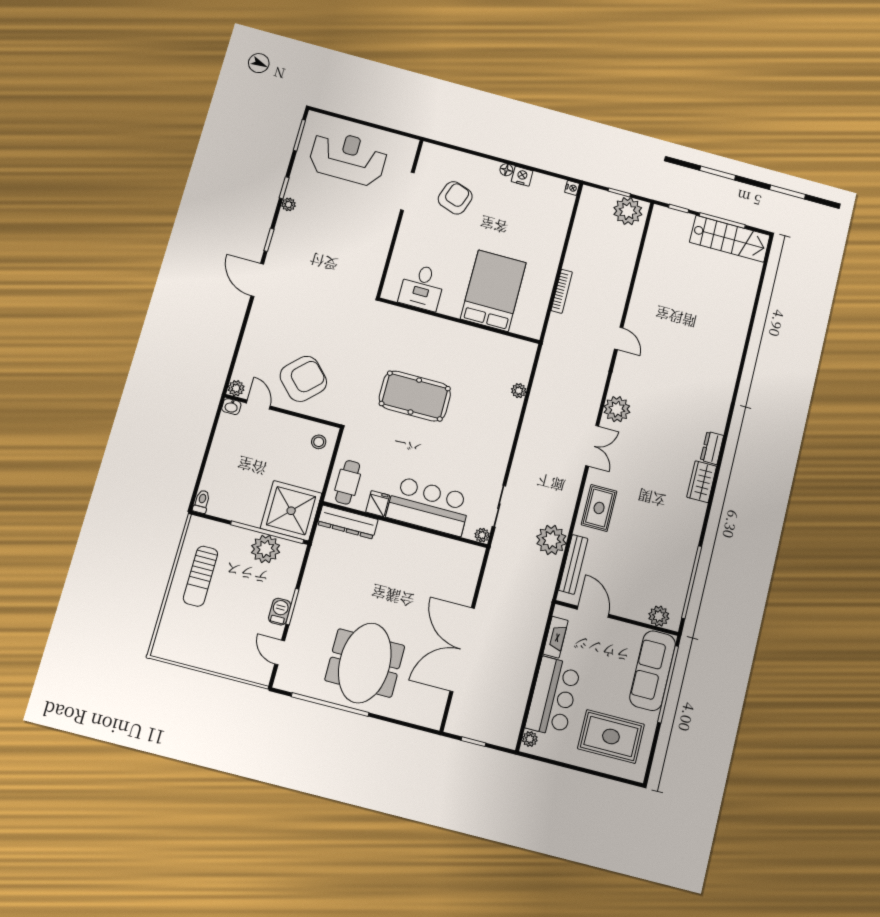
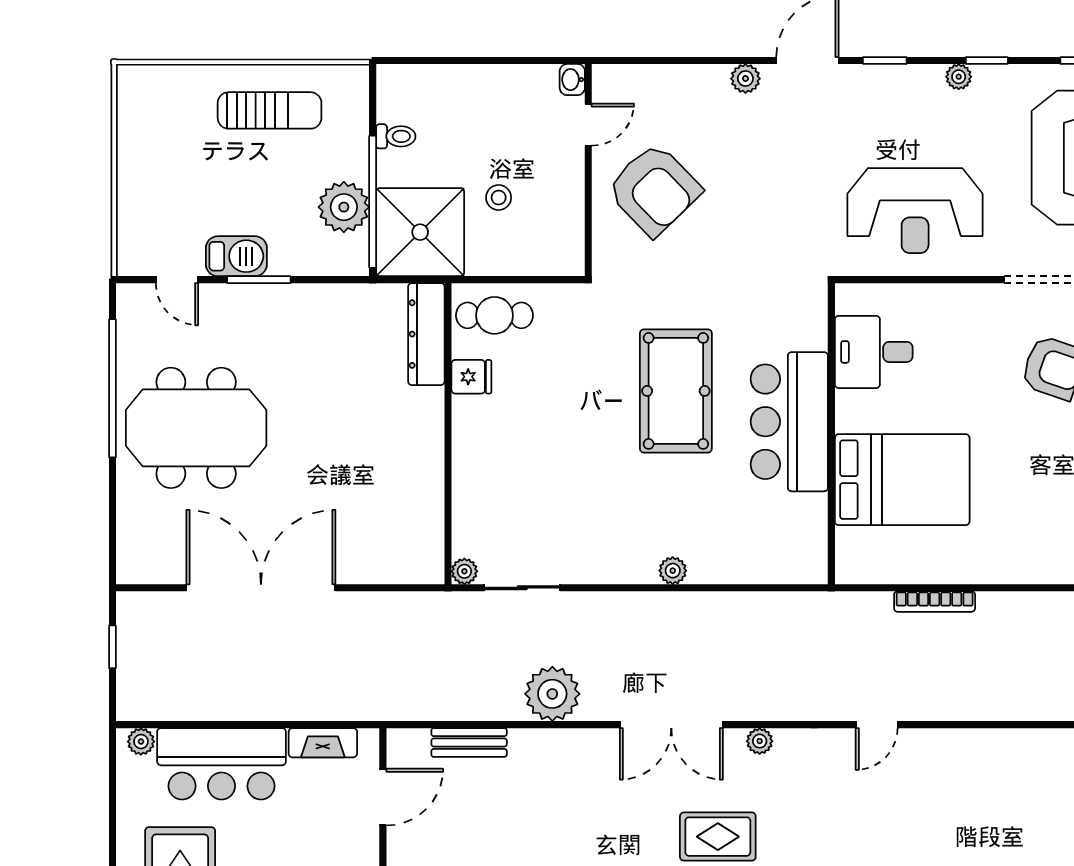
reception desk: (353, 246) -> (915, 211), added
plant: (236, 388) -> (745, 79), moved
plant: (519, 391) -> (673, 571), moved
plant: (617, 409) -> (760, 741), width x0.53, depth x0.53
stool: (319, 442) -> (499, 198), moved
double door: (592, 446) -> (671, 725), width x1.37
toilet: (202, 502) -> (396, 136), moved
bar counter: (429, 506) -> (789, 422), moved, turned 180
rug: (599, 508) -> (718, 837), moved
plant: (551, 540) -> (552, 694), moved
bench: (573, 564) -> (469, 742), width x0.73
sun lounger: (200, 576) -> (270, 110), turned 180
barbecue: (280, 612) -> (236, 256), width x1.38, depth x1.27
door: (280, 652) -> (177, 280), swing flipped

